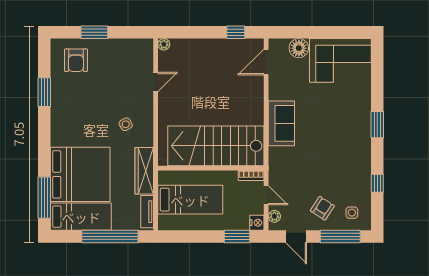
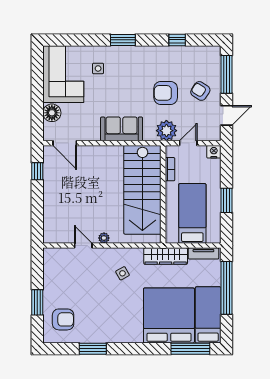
plant: (164, 44) -> (104, 238), moved
armchair: (320, 171) -> (166, 93), added
bookcase: (251, 175) -> (170, 169), moved
side table: (352, 213) -> (98, 68), moved
plant: (274, 216) -> (166, 131), moved, width x1.87, depth x1.87
window: (237, 236) -> (226, 200), moved

